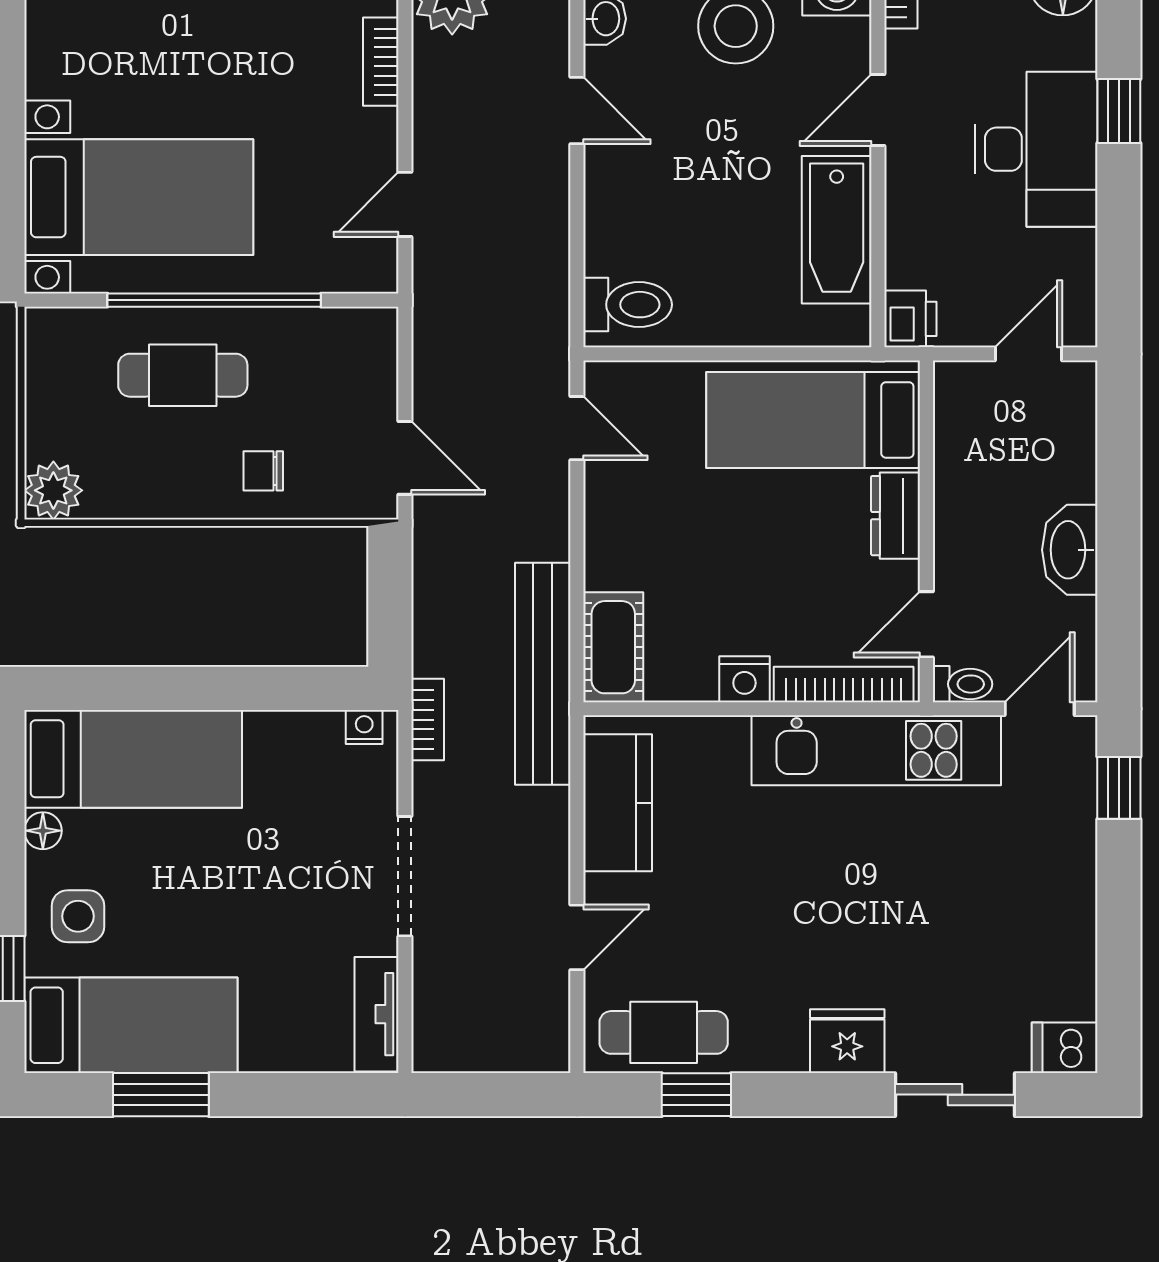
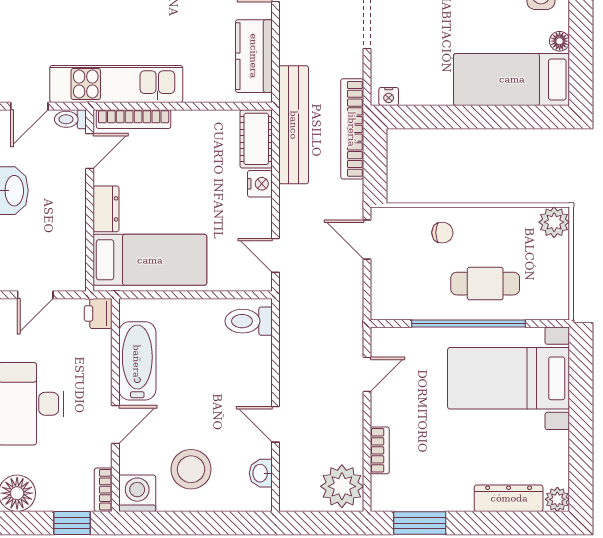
nightstand: (744, 679) -> (260, 184), moved, turned 90
bookcase: (428, 720) -> (352, 129), width x2.31, depth x1.31

